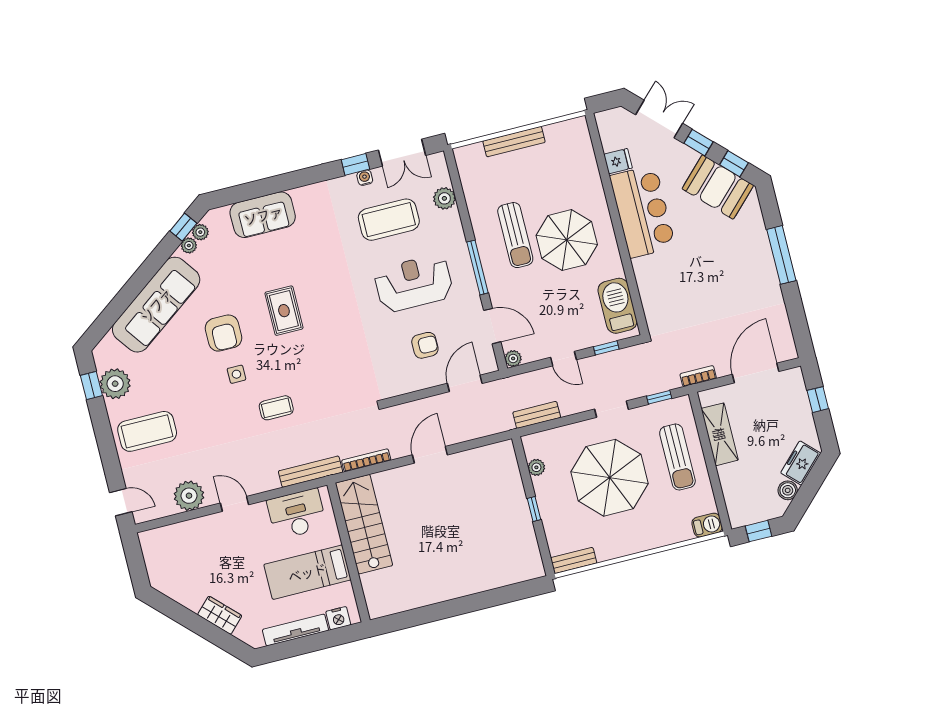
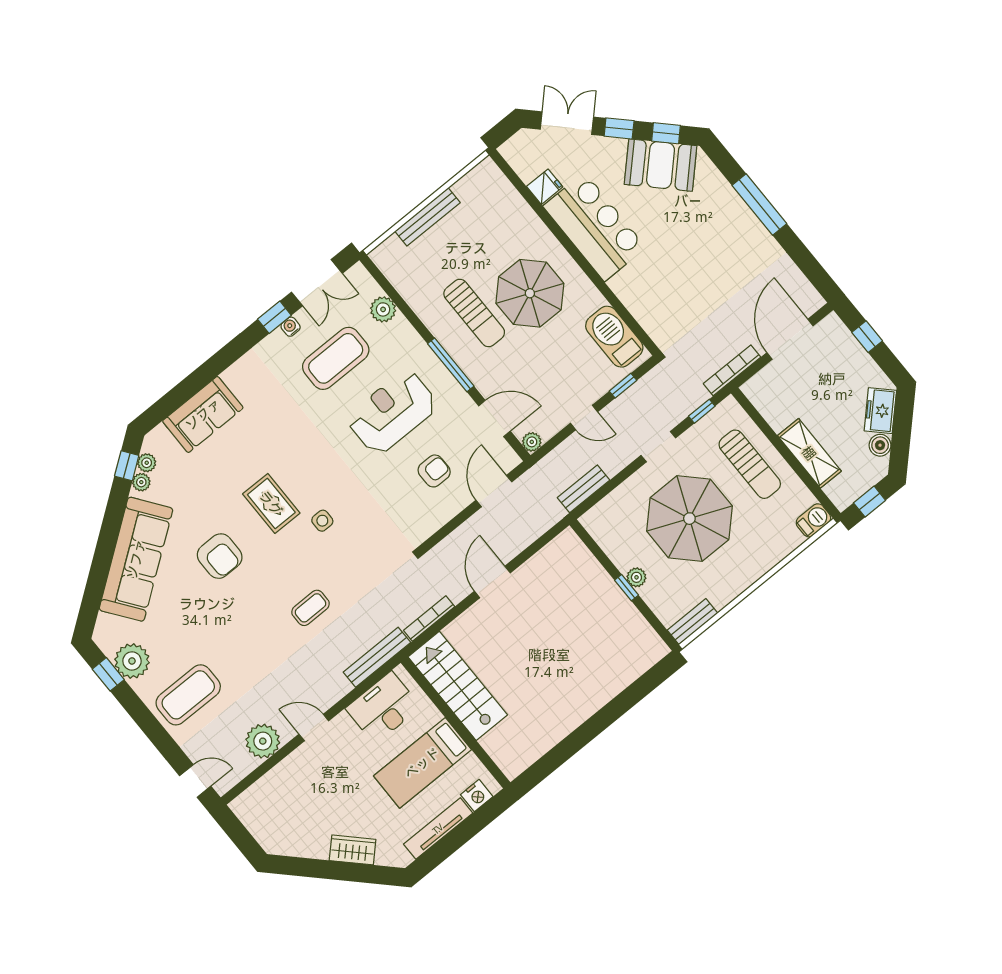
side table: (236, 374) -> (322, 521), moved
bookcase: (698, 376) -> (732, 370), width x1.56
shelving: (720, 434) -> (809, 453), moved
plant: (536, 467) -> (636, 577), moved

